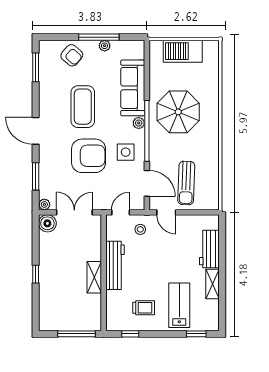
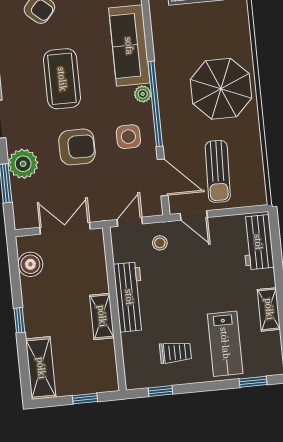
parasol: (178, 112) -> (221, 89), moved
armchair: (89, 156) -> (77, 147), width x0.73, depth x0.73
plant: (44, 204) -> (23, 164), moved, width x1.88, depth x1.88
boiler: (47, 223) -> (30, 264), moved
workbench: (209, 249) -> (258, 242), moved
lab bench: (179, 305) -> (225, 344), turned 180
shelving: (47, 309) -> (41, 368), added
window: (77, 334) -> (85, 399), width x0.46

